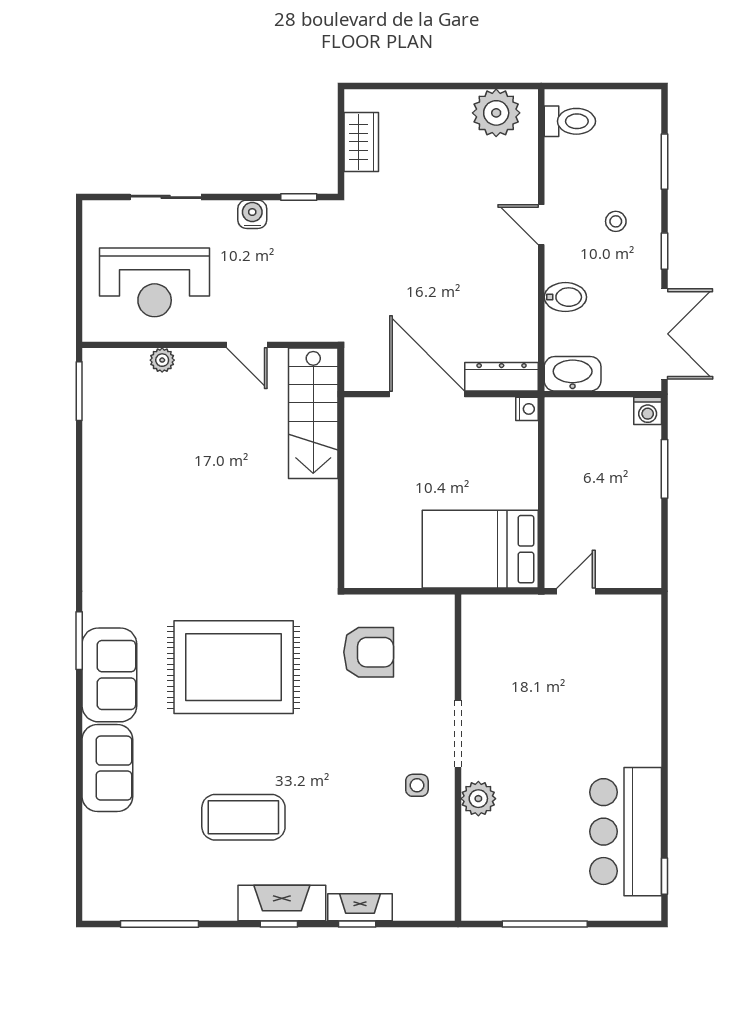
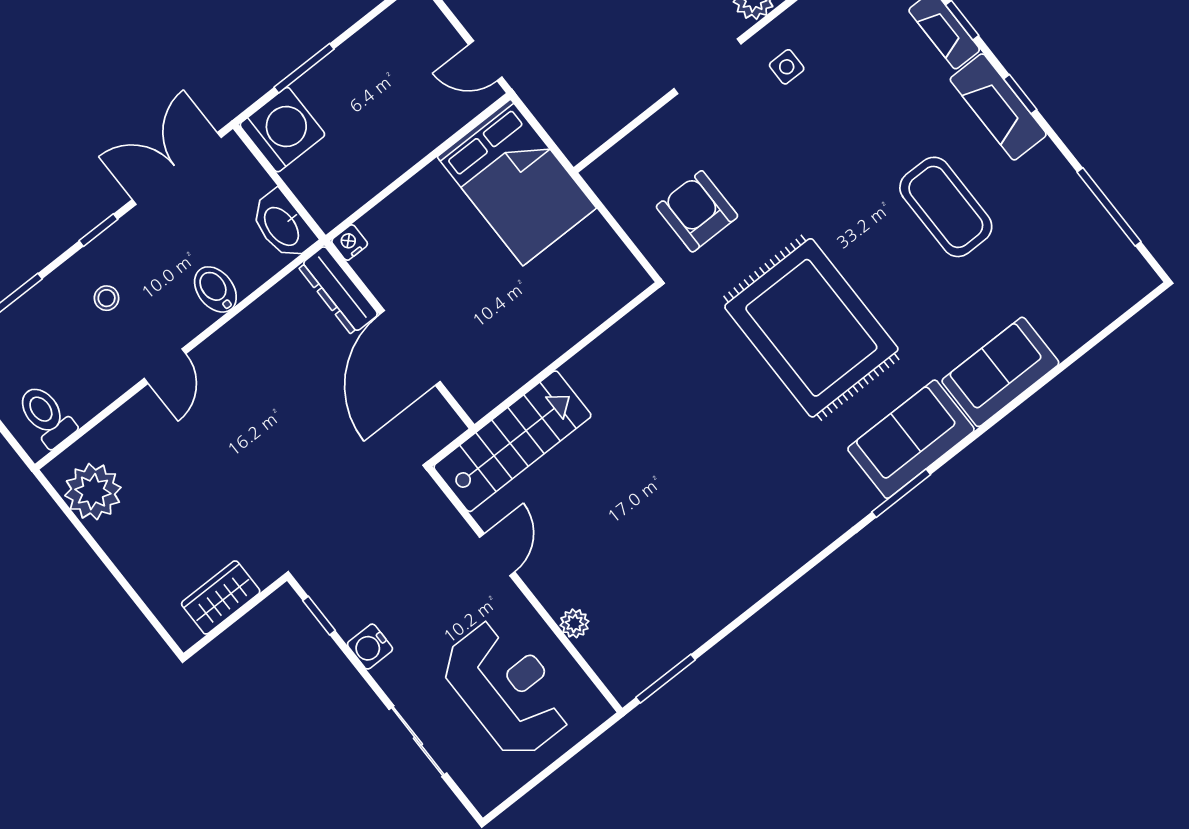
washing machine: (648, 411) -> (282, 130), width x1.89, depth x1.89

